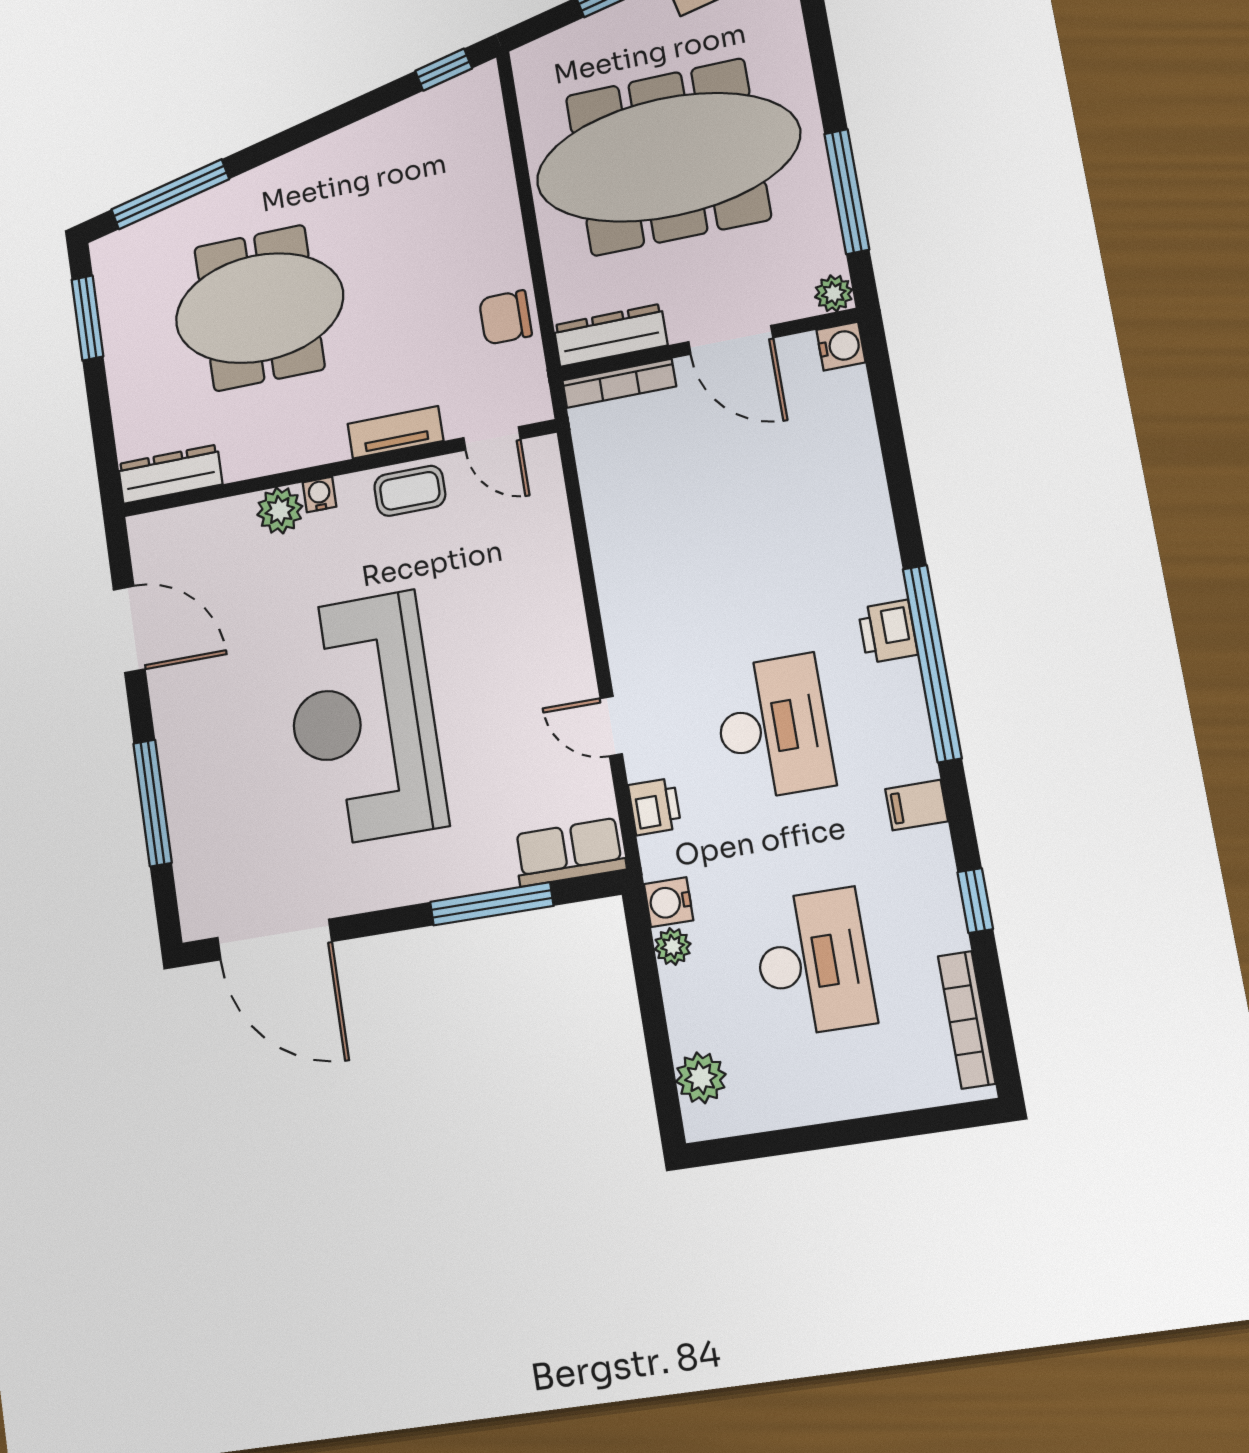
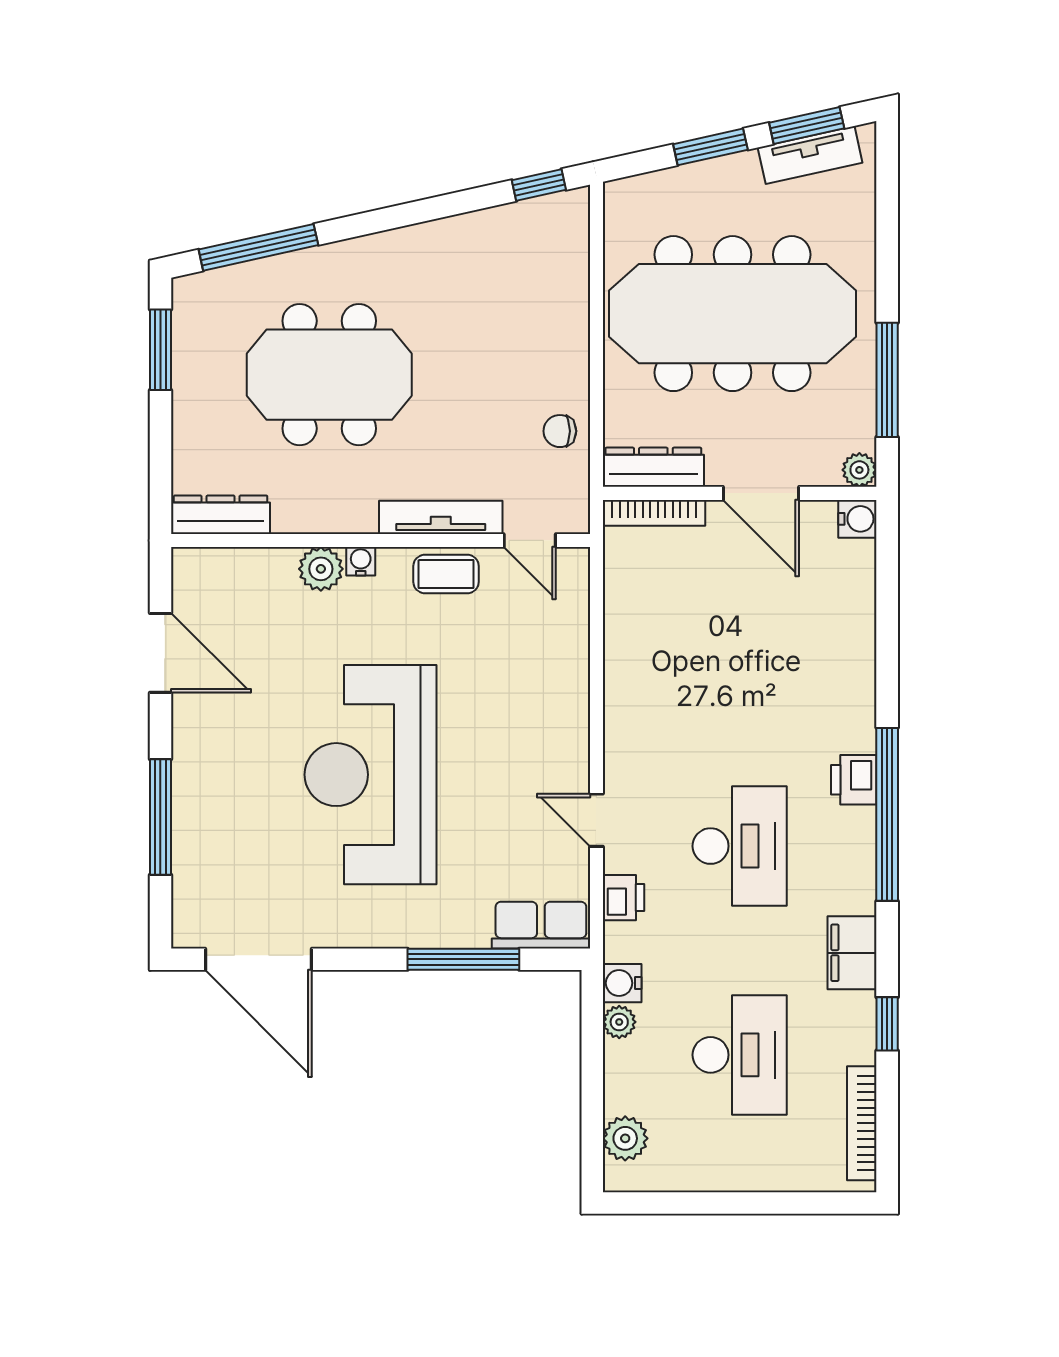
chair: (505, 317) -> (560, 431), width x0.73, depth x0.73
tv unit: (395, 432) -> (441, 517), width x1.41
filing cabinet: (917, 805) -> (852, 953), width x2.00

